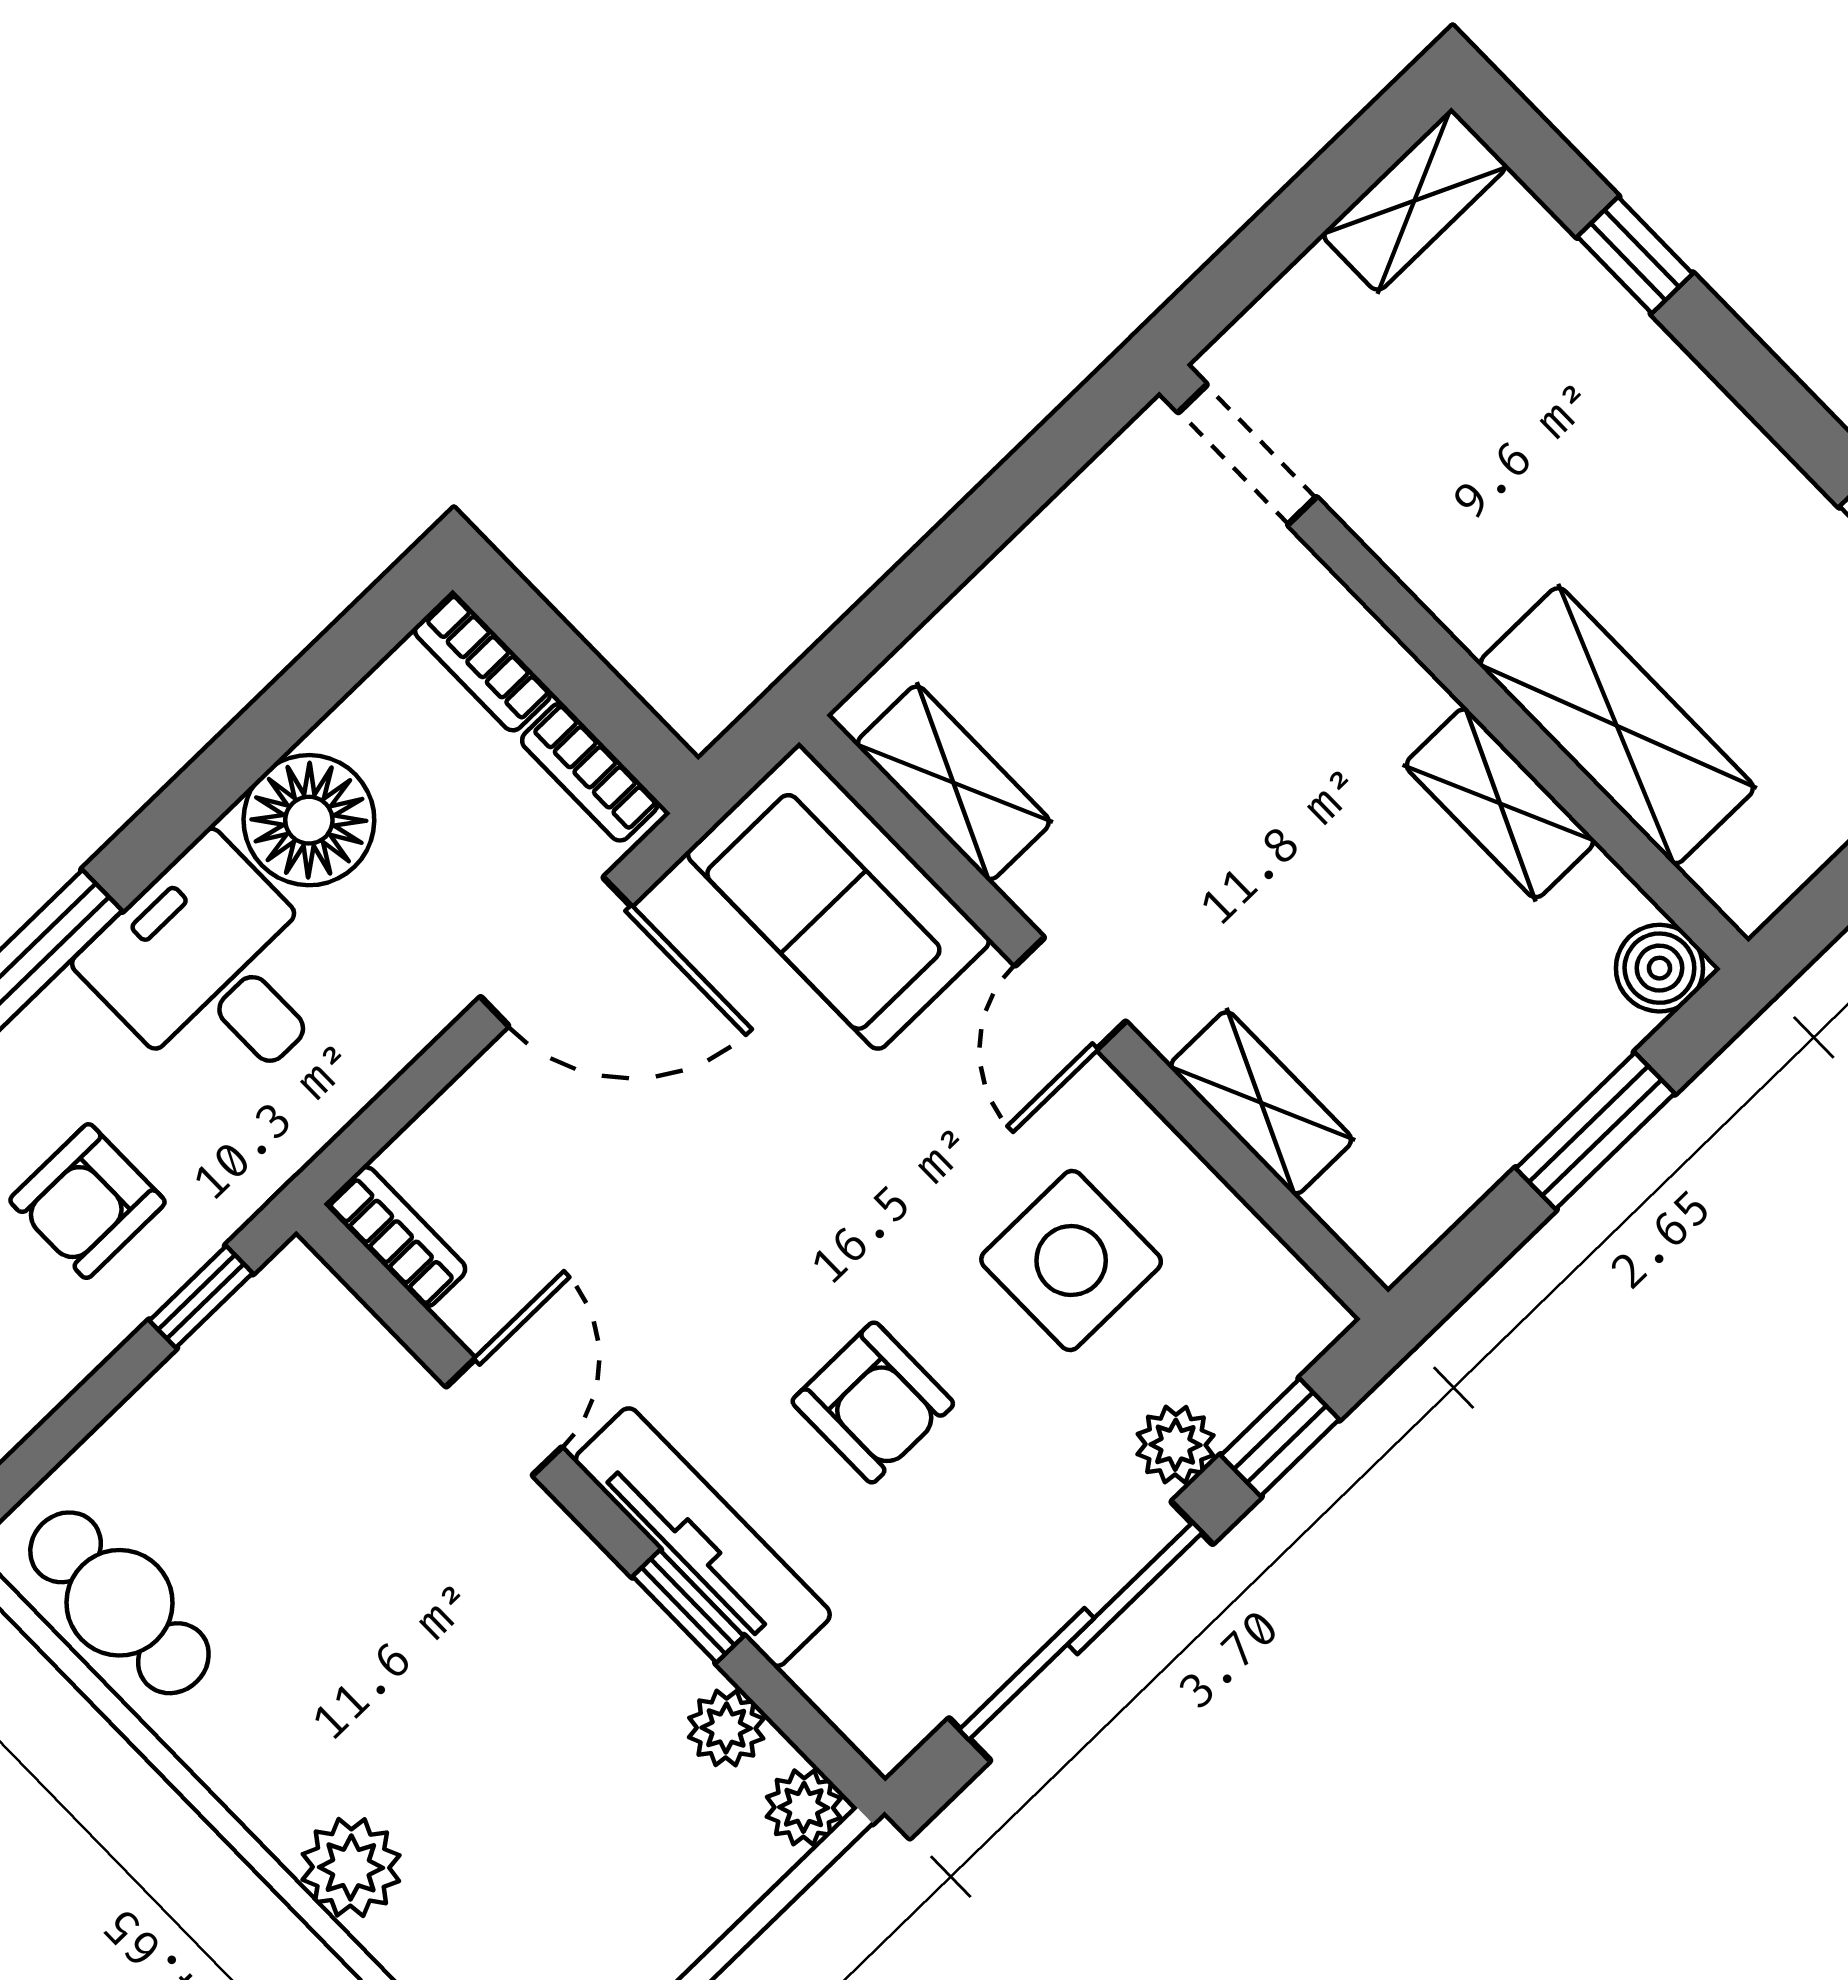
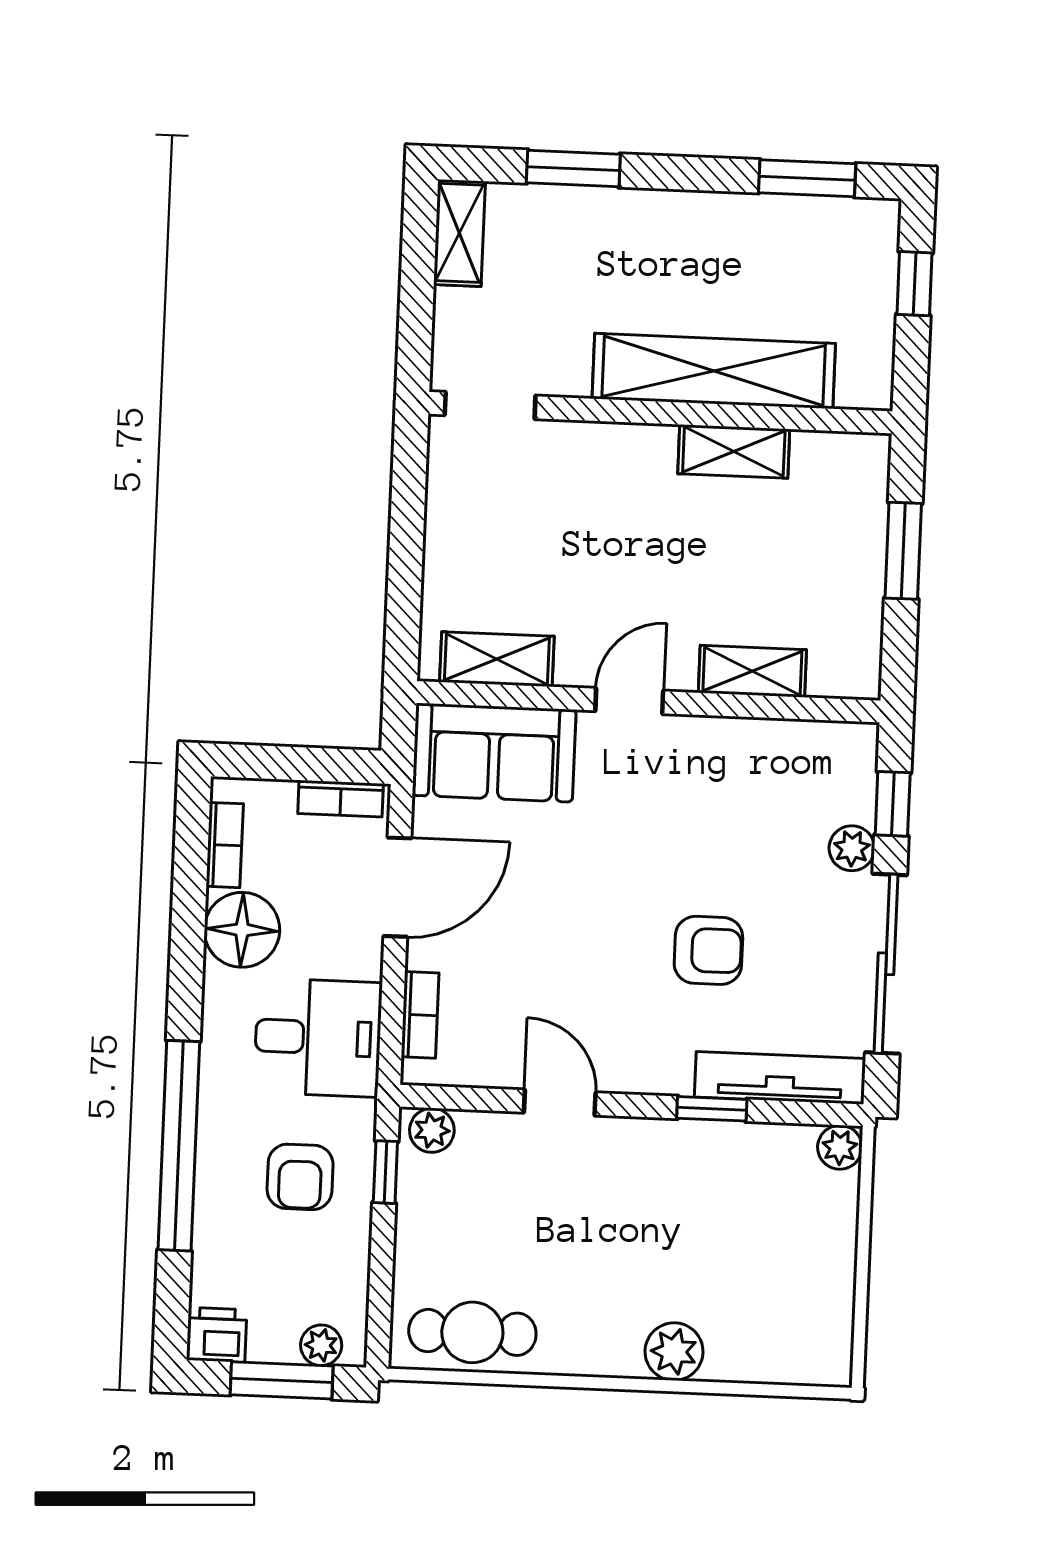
window: (1635, 255) -> (573, 169), width x1.50
bookcase: (483, 662) -> (225, 845), moved, turned -90
shelving: (1617, 726) -> (714, 371), width x1.47
boiler: (1659, 968) -> (866, 457), removed
desk: (215, 971) -> (318, 1037), moved, turned 180
door: (1070, 993) -> (629, 701), swing flipped
bookcase: (396, 1237) -> (420, 1015), moved, turned 90
side table: (1071, 1261) -> (735, 812), removed
tv unit: (703, 1537) -> (780, 1078), moved
plant: (726, 1728) -> (432, 1130), moved

